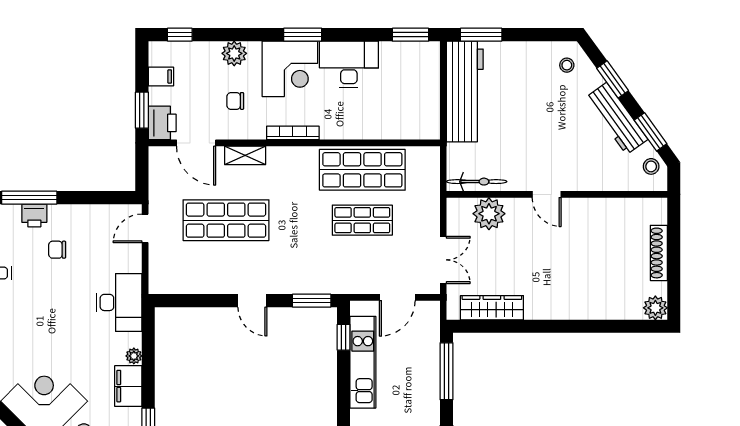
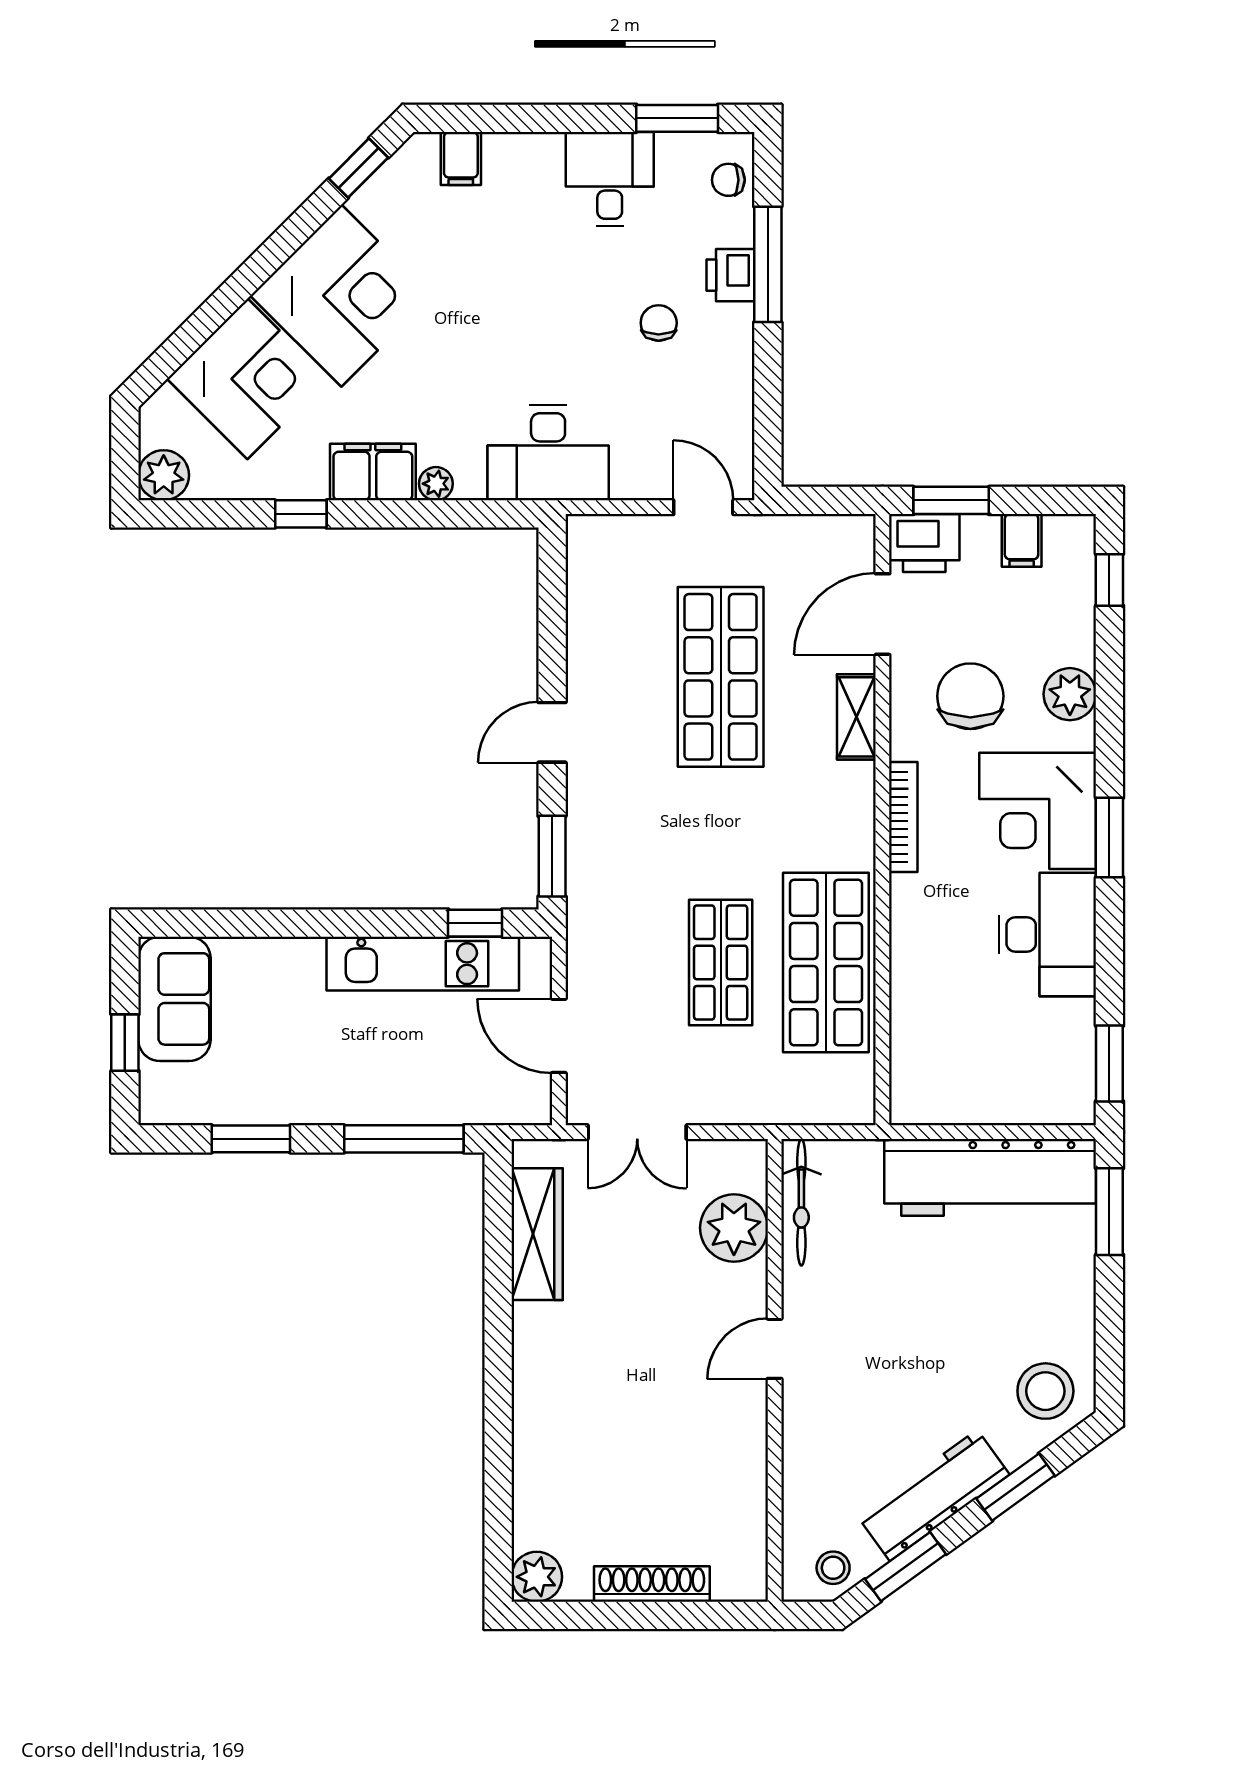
stool: (567, 65) -> (1045, 1391), width x1.89, depth x1.89
chair: (235, 101) -> (970, 696), width x1.87, depth x1.87

